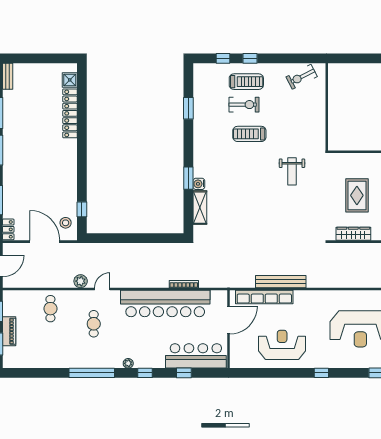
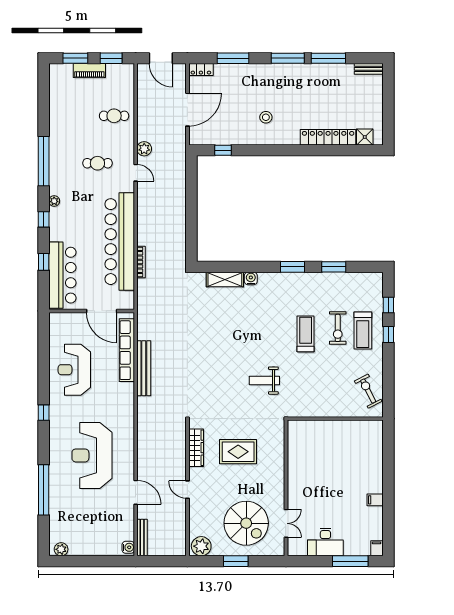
window: (188, 178) -> (292, 267), moved
stool: (66, 223) -> (266, 117), moved
reception desk: (282, 345) -> (74, 370), turned 180

